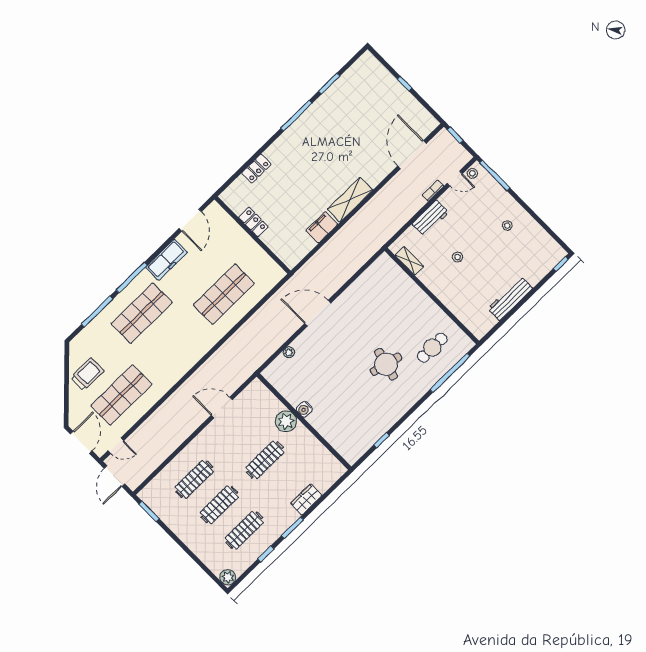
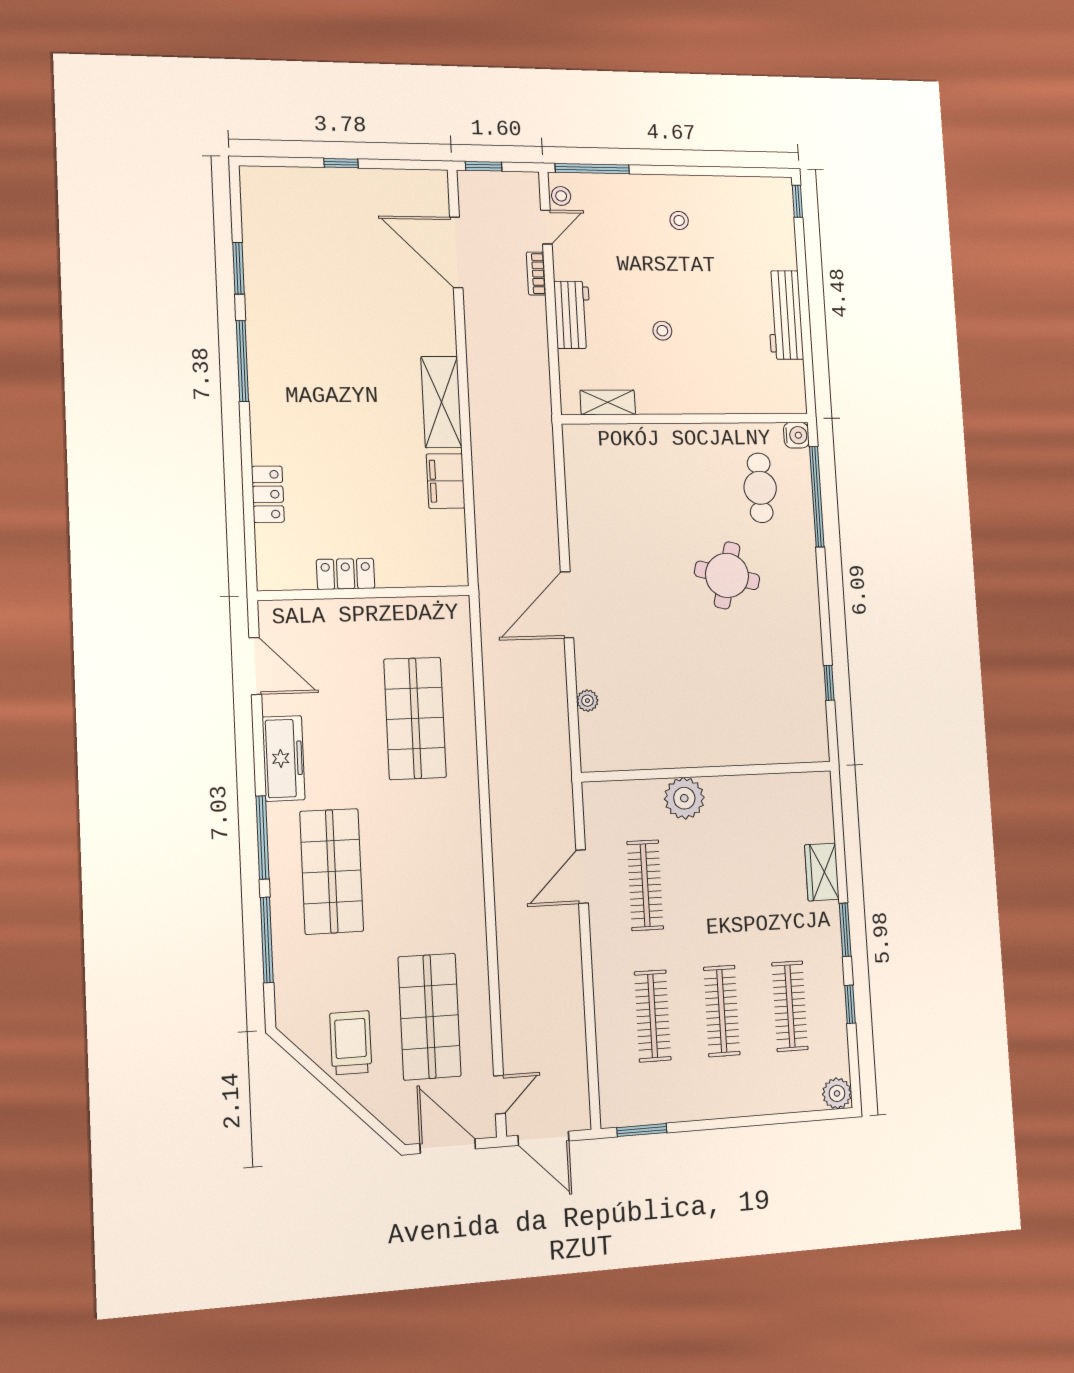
water cooler: (304, 409) -> (796, 435), moved, turned -90
clothes rail: (265, 460) -> (645, 885), moved

